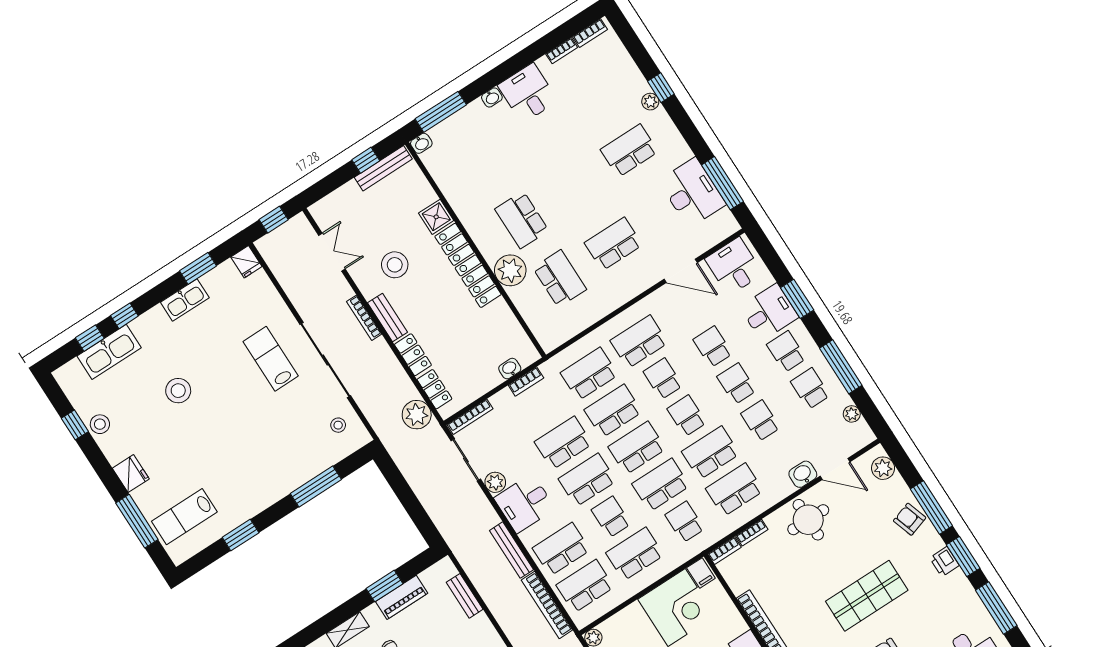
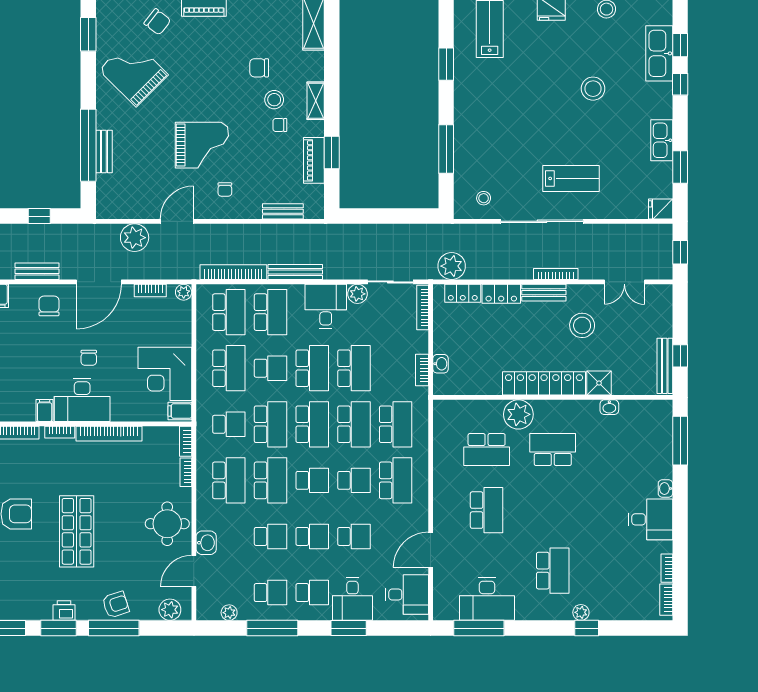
washbasin: (421, 143) -> (609, 407), moved, turned -90

